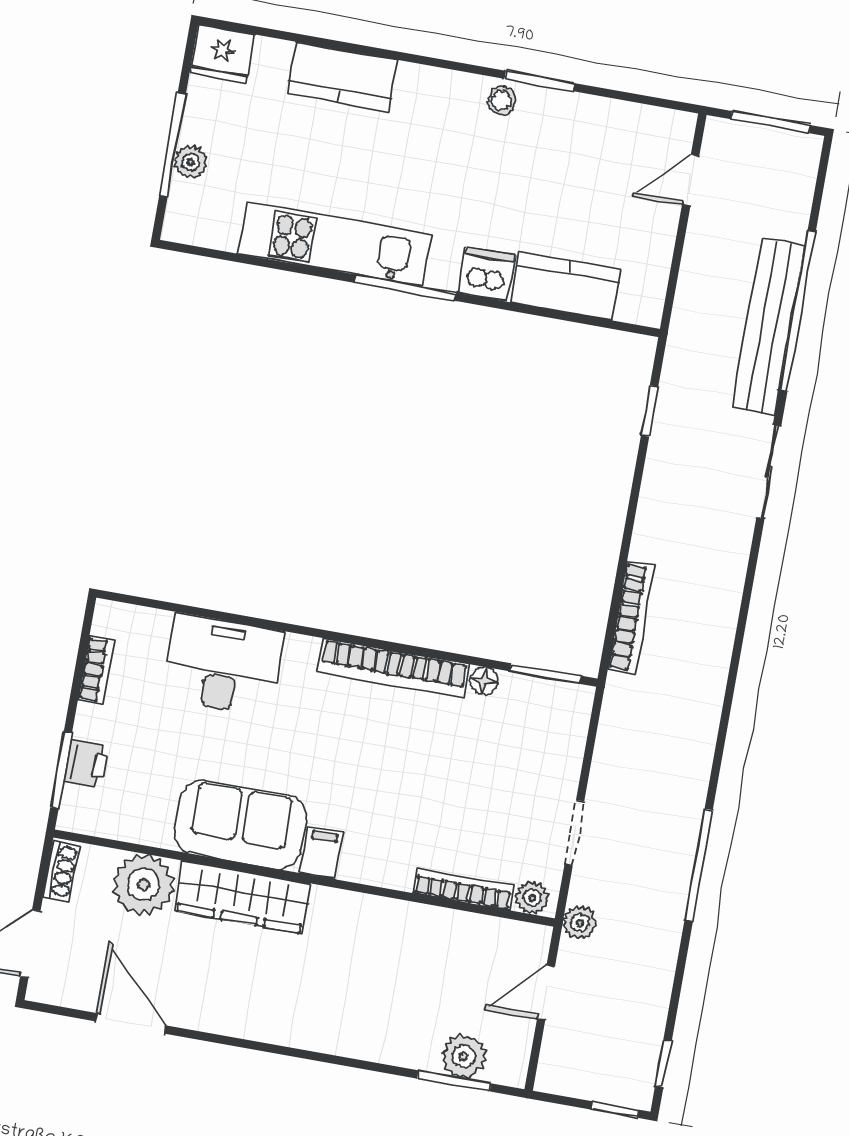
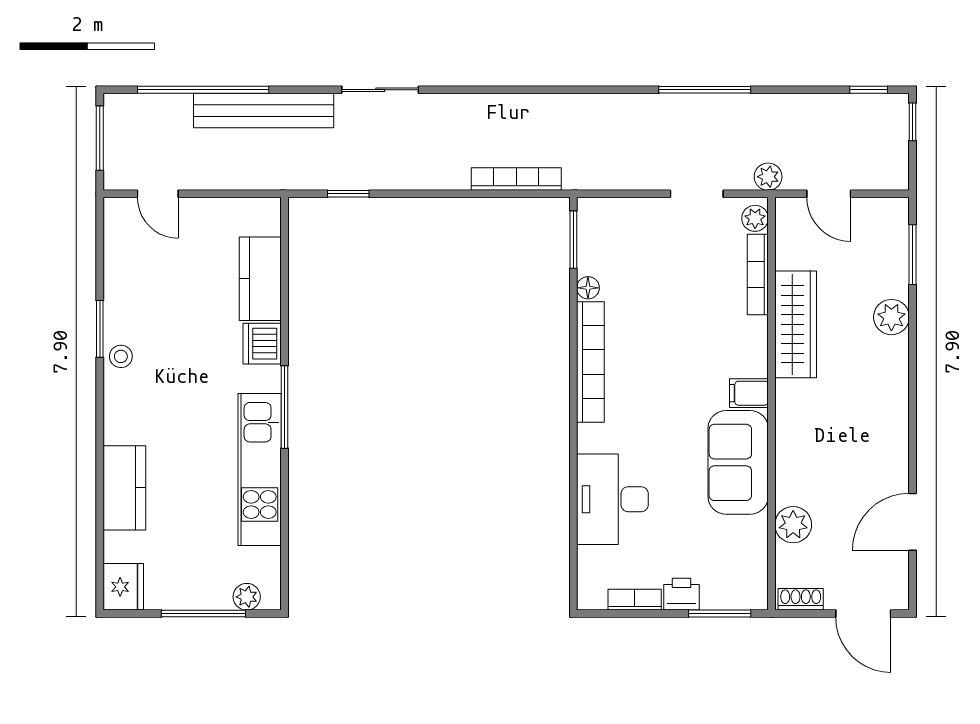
plant: (191, 162) -> (247, 597), moved
window: (797, 311) -> (203, 90), moved
printer: (87, 764) -> (681, 594), moved
plant: (144, 885) -> (793, 525), width x0.73, depth x0.73
wardrobe: (243, 897) -> (796, 324), moved
plant: (464, 1056) -> (891, 317), moved

